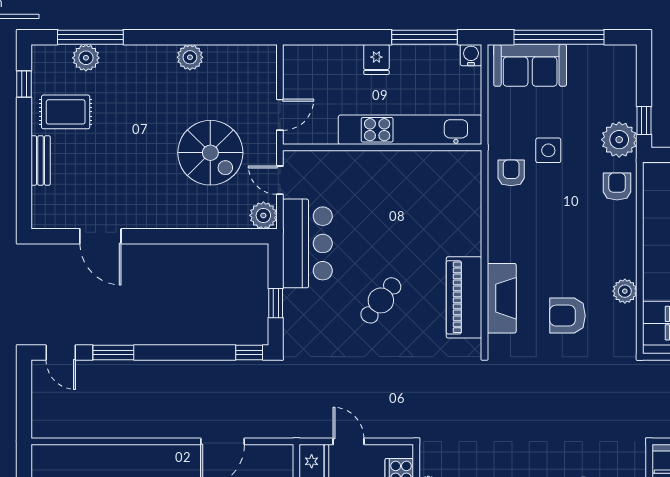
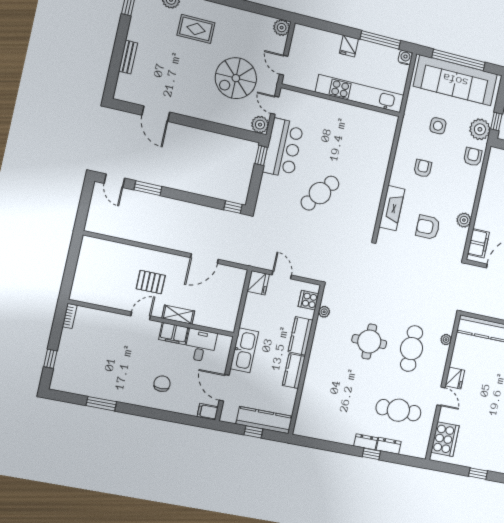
plant: (190, 57) -> (282, 28), moved
sofa: (530, 65) -> (455, 80), width x1.85, depth x1.27
rug: (66, 112) -> (196, 29), moved
door: (280, 115) -> (284, 65), swing flipped
spiral stairs: (210, 153) -> (236, 78), turned 90
armchair: (511, 173) -> (423, 168), moved
piano: (464, 297) -> (370, 203), removed
cafe table: (381, 300) -> (320, 193), width x1.37, depth x1.35
window: (276, 303) -> (261, 155), moved

